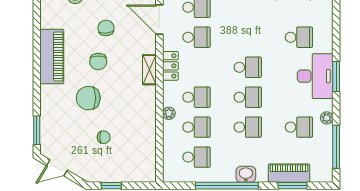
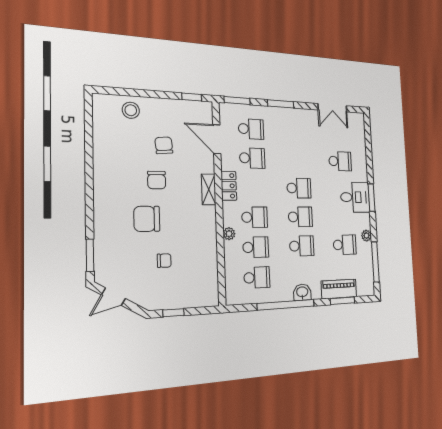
piano: (52, 57) -> (106, 174), removed
desk: (315, 76) -> (355, 197), width x0.73

